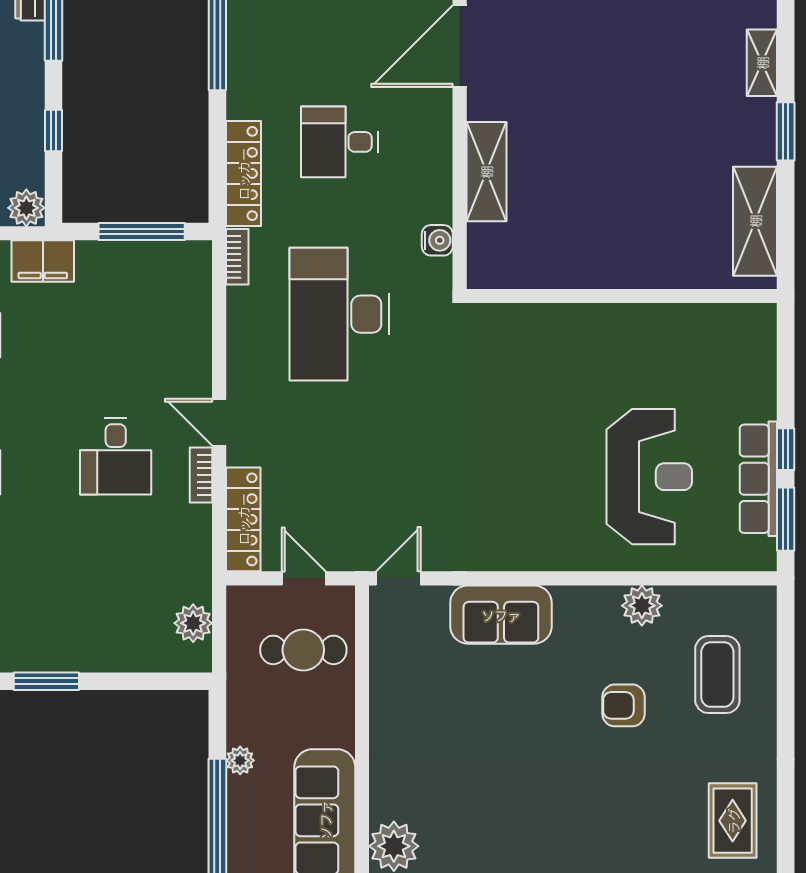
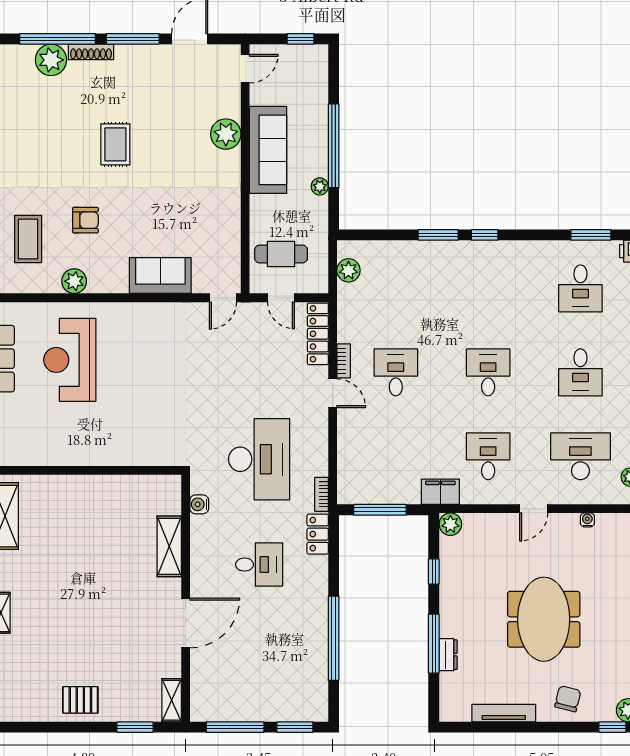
locker: (243, 174) -> (318, 534), width x0.66
rug: (733, 821) -> (115, 144), moved

